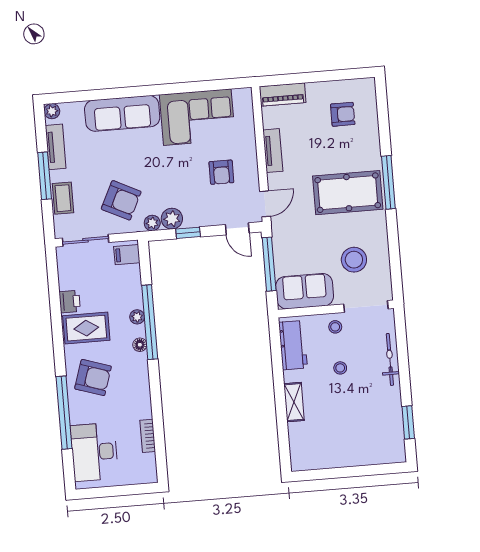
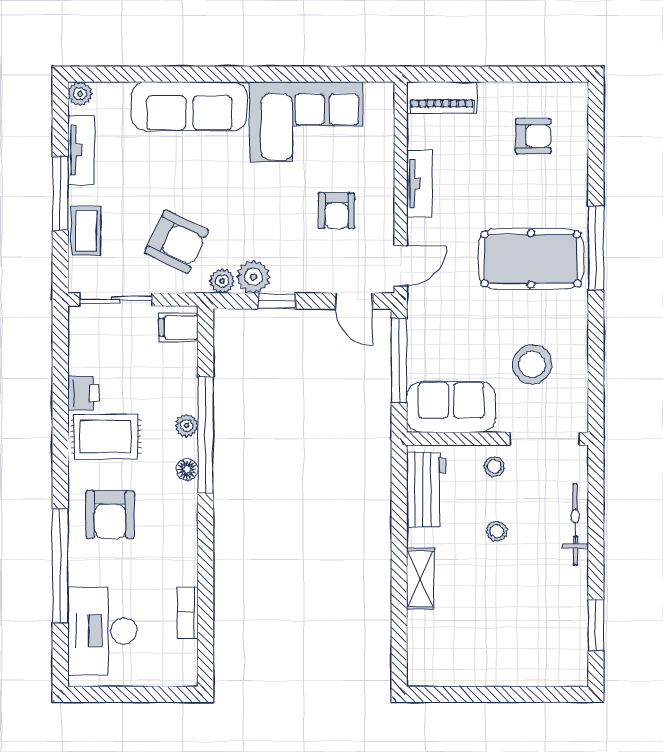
armchair: (93, 378) -> (110, 515), turned 72

